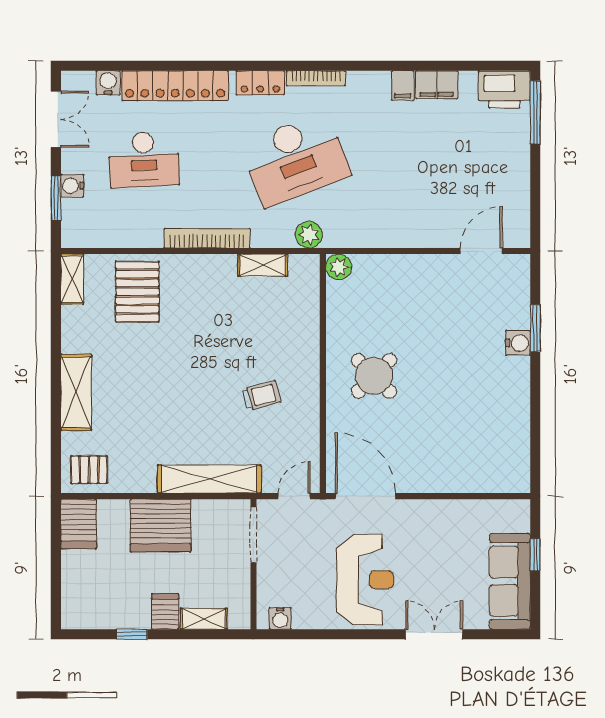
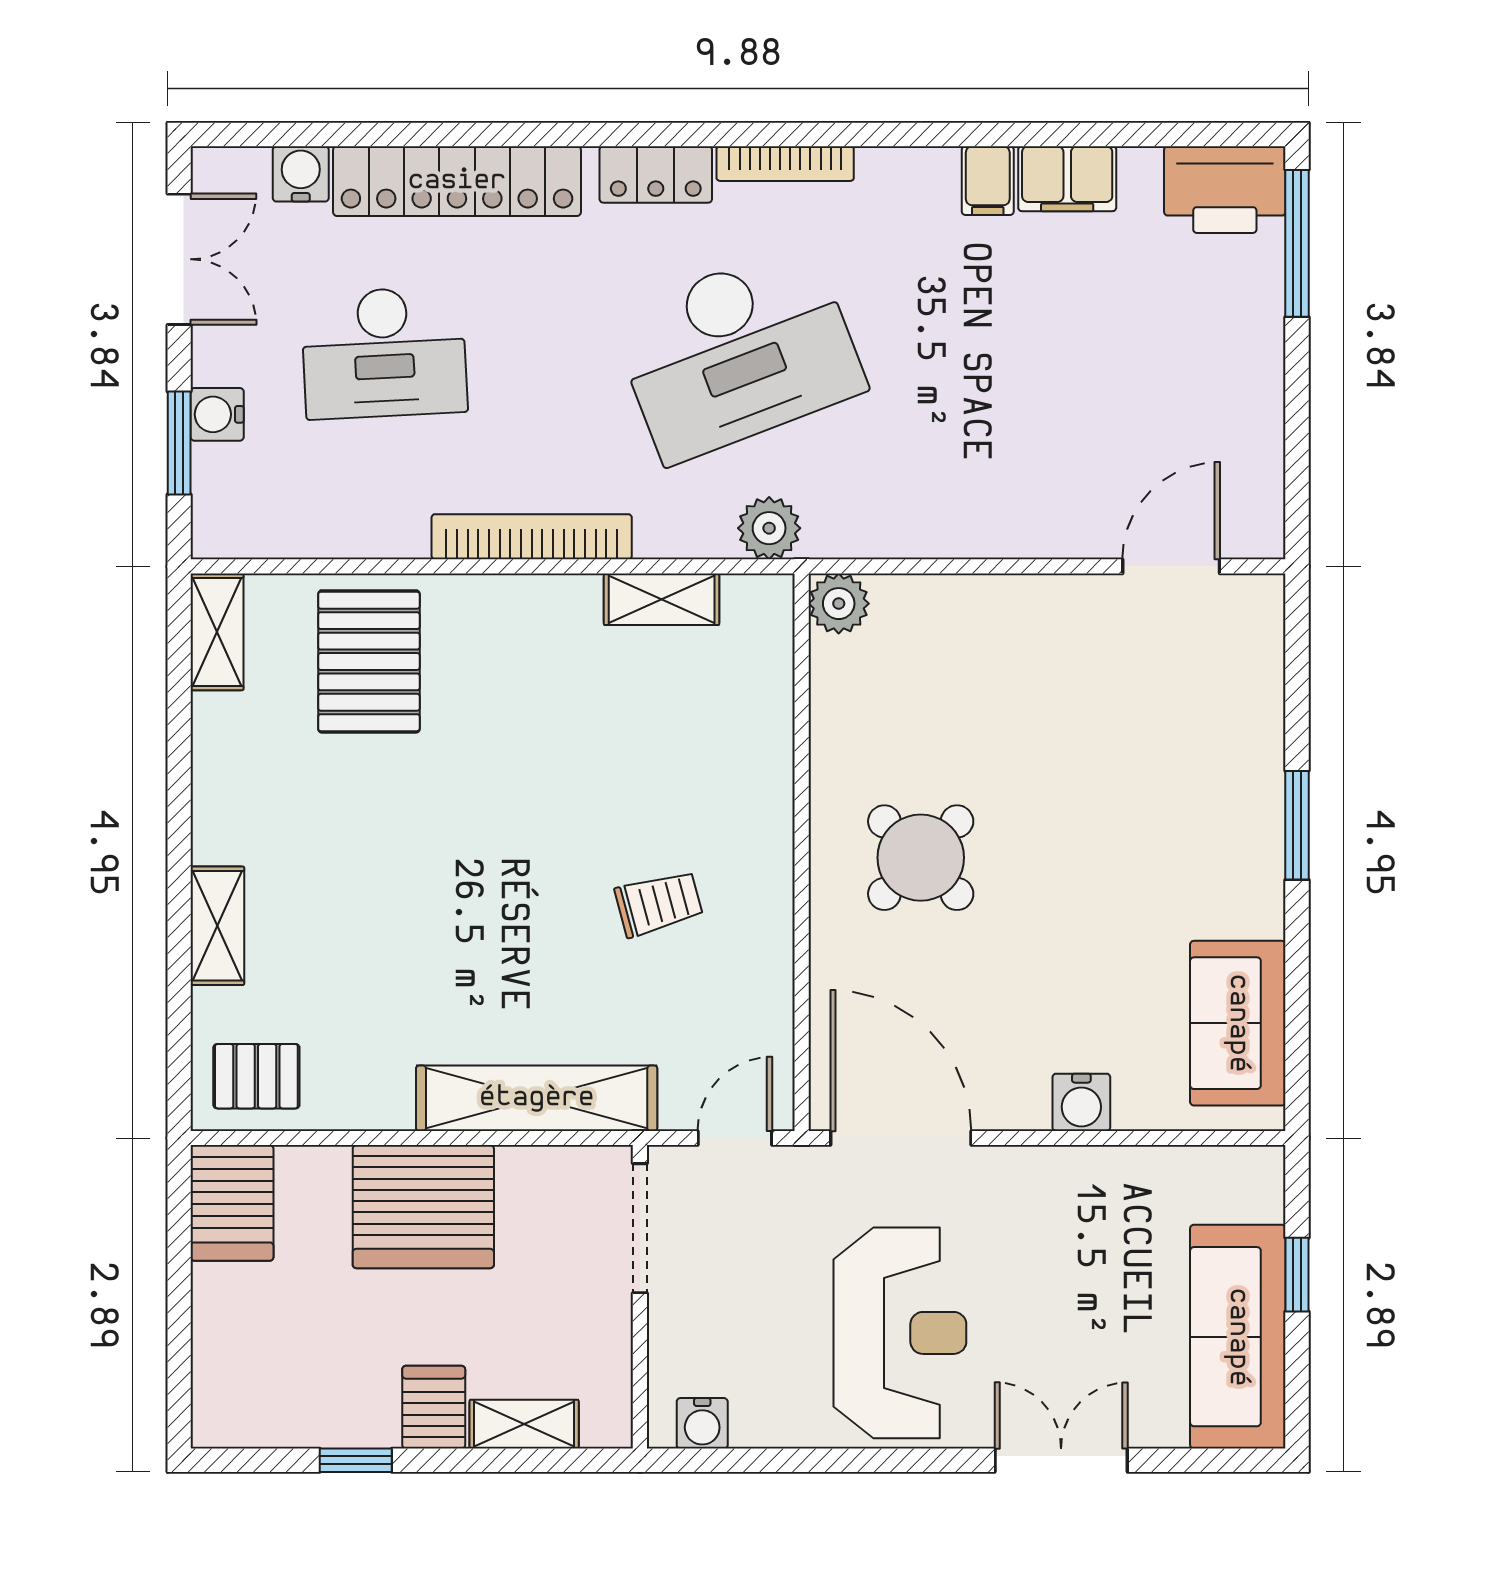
window: (535, 328) -> (1297, 825), moved
water cooler: (518, 343) -> (1081, 1102), moved, turned 90
shelving: (76, 392) -> (217, 926), width x0.67, depth x0.75
sofa: (510, 447) -> (1238, 1023), added

